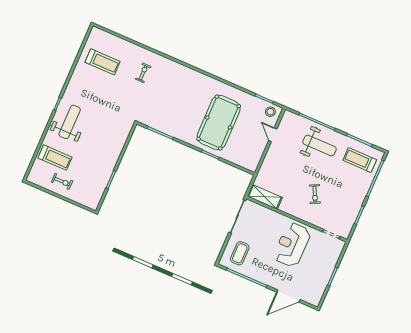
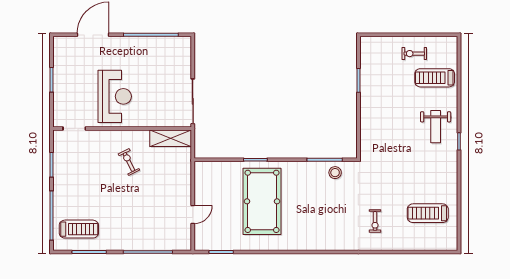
stool: (270, 112) -> (335, 173), moved
weight bench: (70, 122) -> (436, 127), width x0.73, depth x0.75
door: (273, 135) -> (193, 214), hinge flipped
weight bench: (320, 146) -> (133, 226), removed
exercise bike: (315, 194) -> (129, 162), moved
coffee table: (240, 253) -> (171, 60), removed

